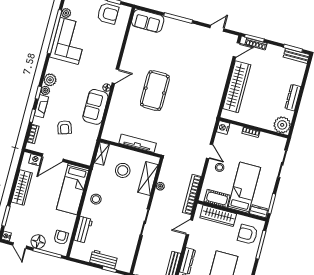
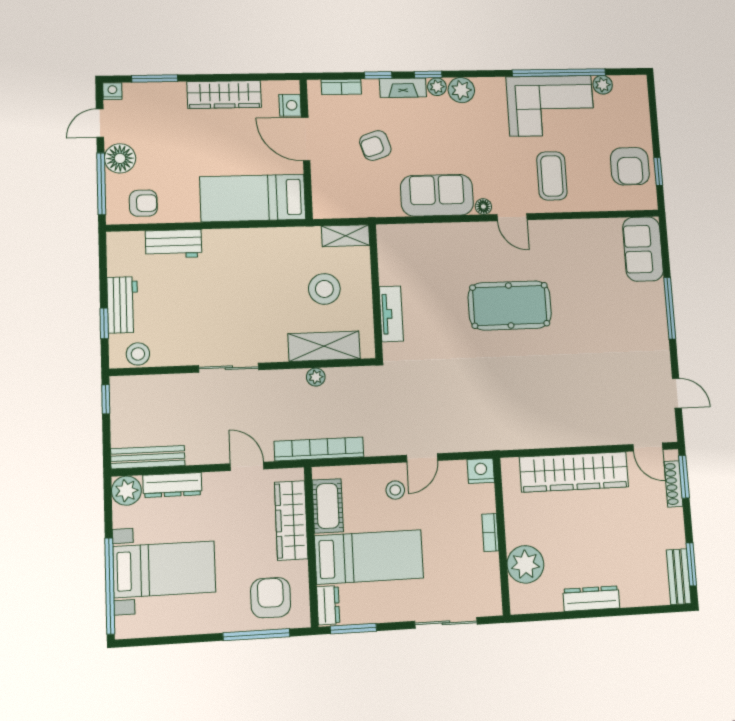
coffee table: (102, 51) -> (552, 176), added
plant: (282, 125) -> (525, 564), moved
tv unit: (138, 143) -> (391, 314), width x0.71
stool: (96, 199) -> (138, 354), moved

